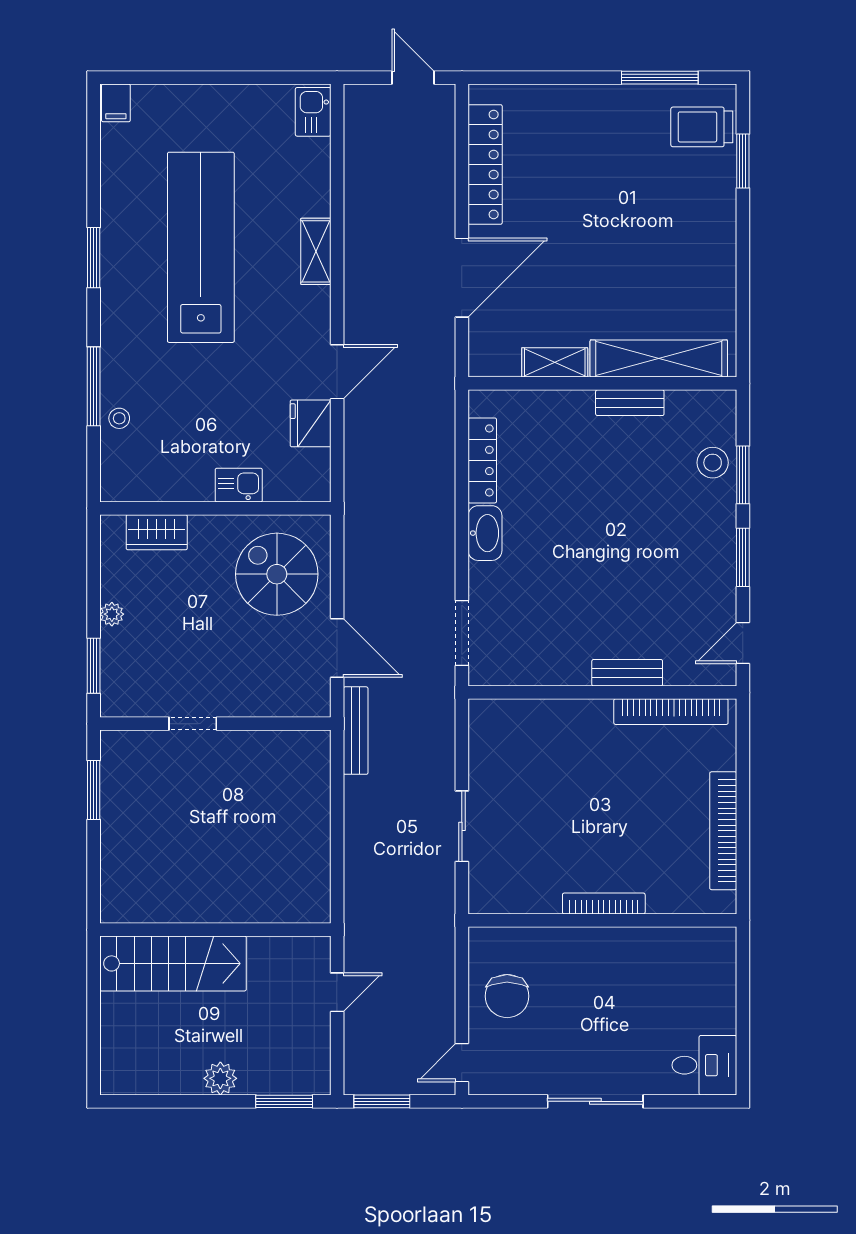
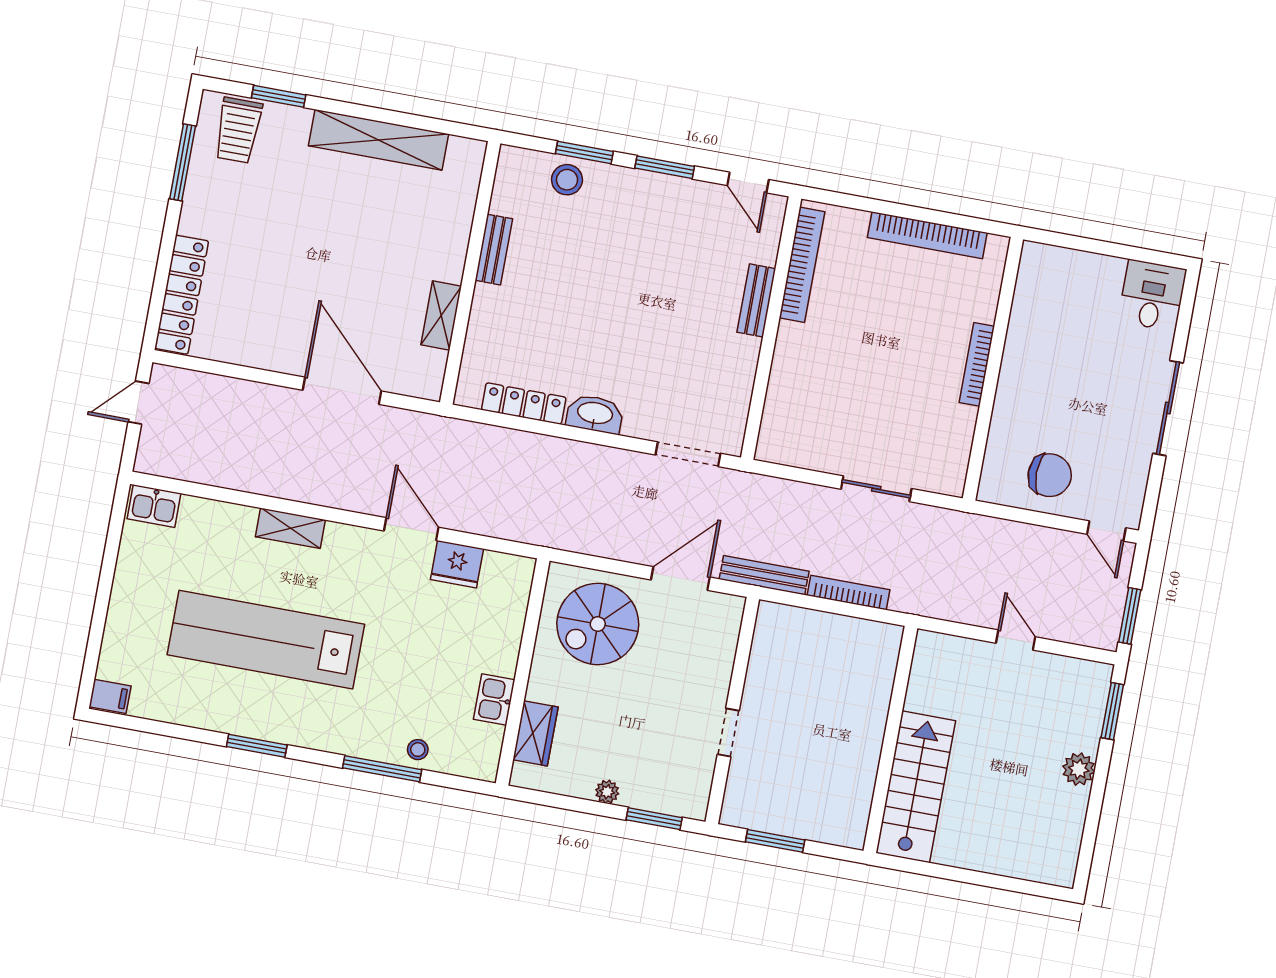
locker: (485, 164) -> (182, 295), moved, turned 90
shelving: (659, 359) -> (378, 140), moved, turned 90
kitchen sink: (239, 485) -> (494, 700), moved
bookcase: (354, 818) -> (849, 593), added
wall: (215, 930) -> (890, 740), moved
stairs: (173, 963) -> (916, 787), moved

